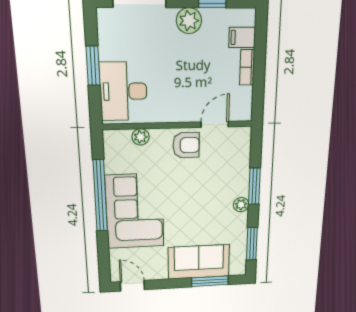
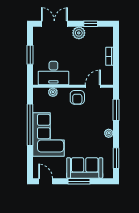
filing cabinet: (242, 37) -> (106, 41), removed
desk: (123, 91) -> (53, 73), moved, turned -90
armchair: (186, 145) -> (77, 97), turned 90
window: (254, 186) -> (116, 110), moved
window: (210, 281) -> (79, 181), moved

